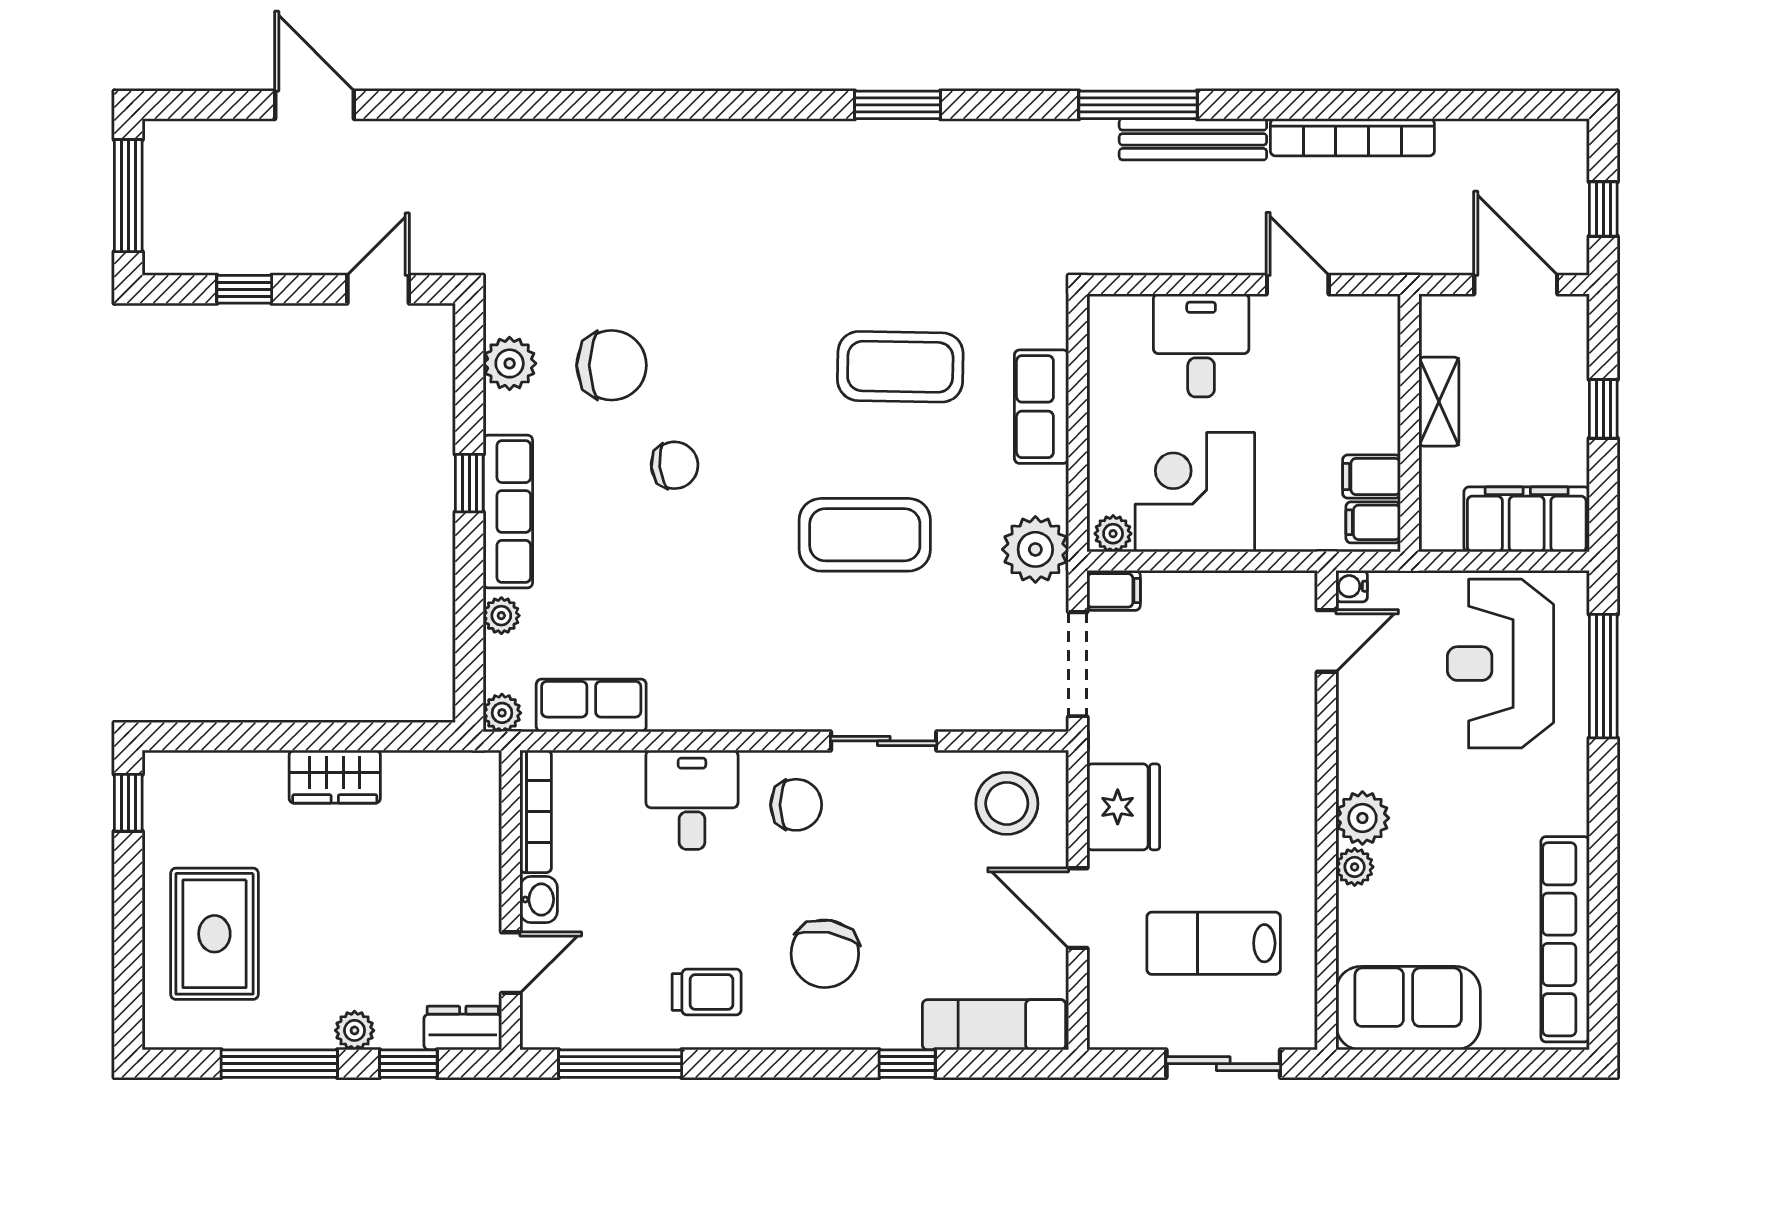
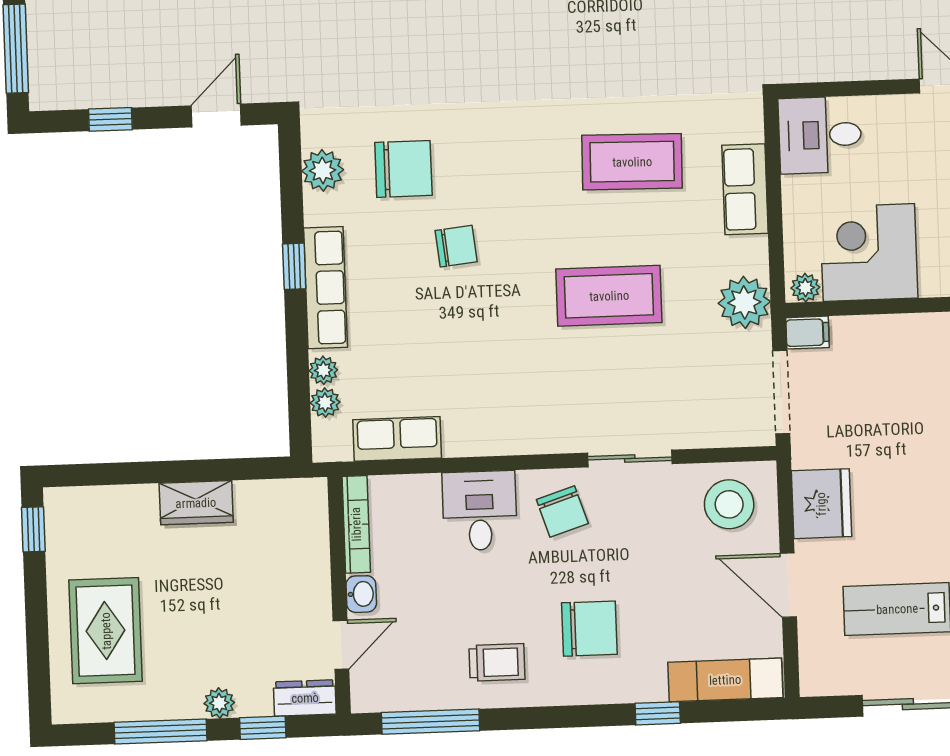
desk: (1201, 345) -> (820, 135), moved, turned -90
plant: (502, 713) -> (325, 403), moved
chair: (796, 805) -> (562, 512), turned 72
chair: (825, 954) -> (589, 629), turned -100

